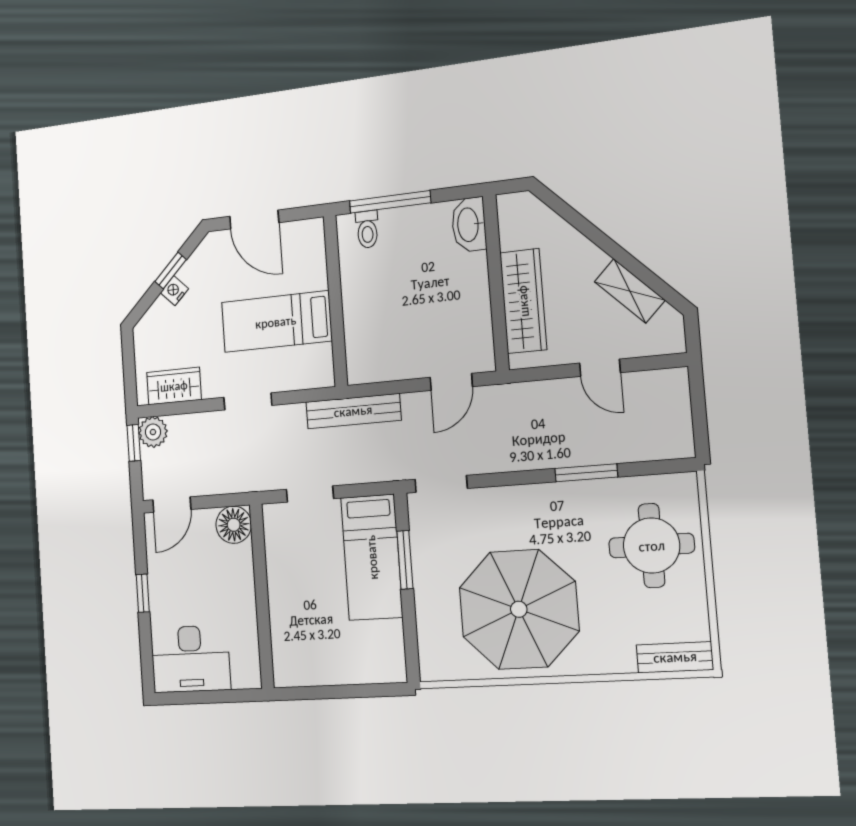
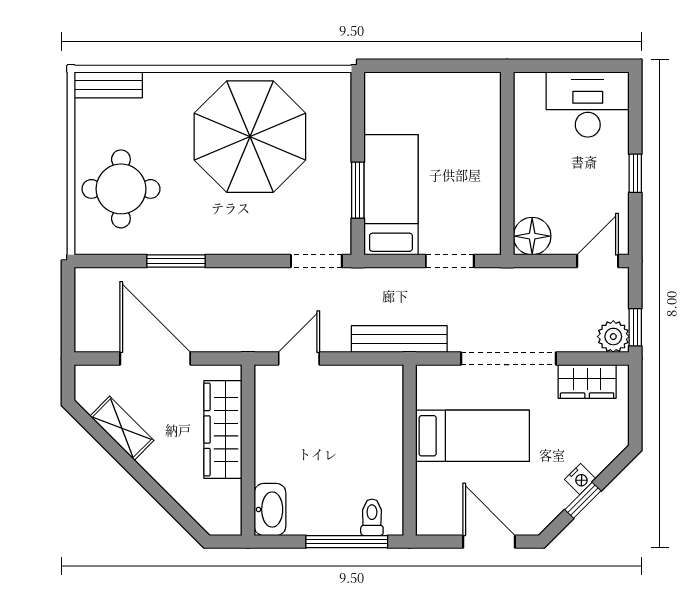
door: (600, 368) -> (155, 359), width x1.88
doorway: (248, 401) -> (509, 359), width x1.88

